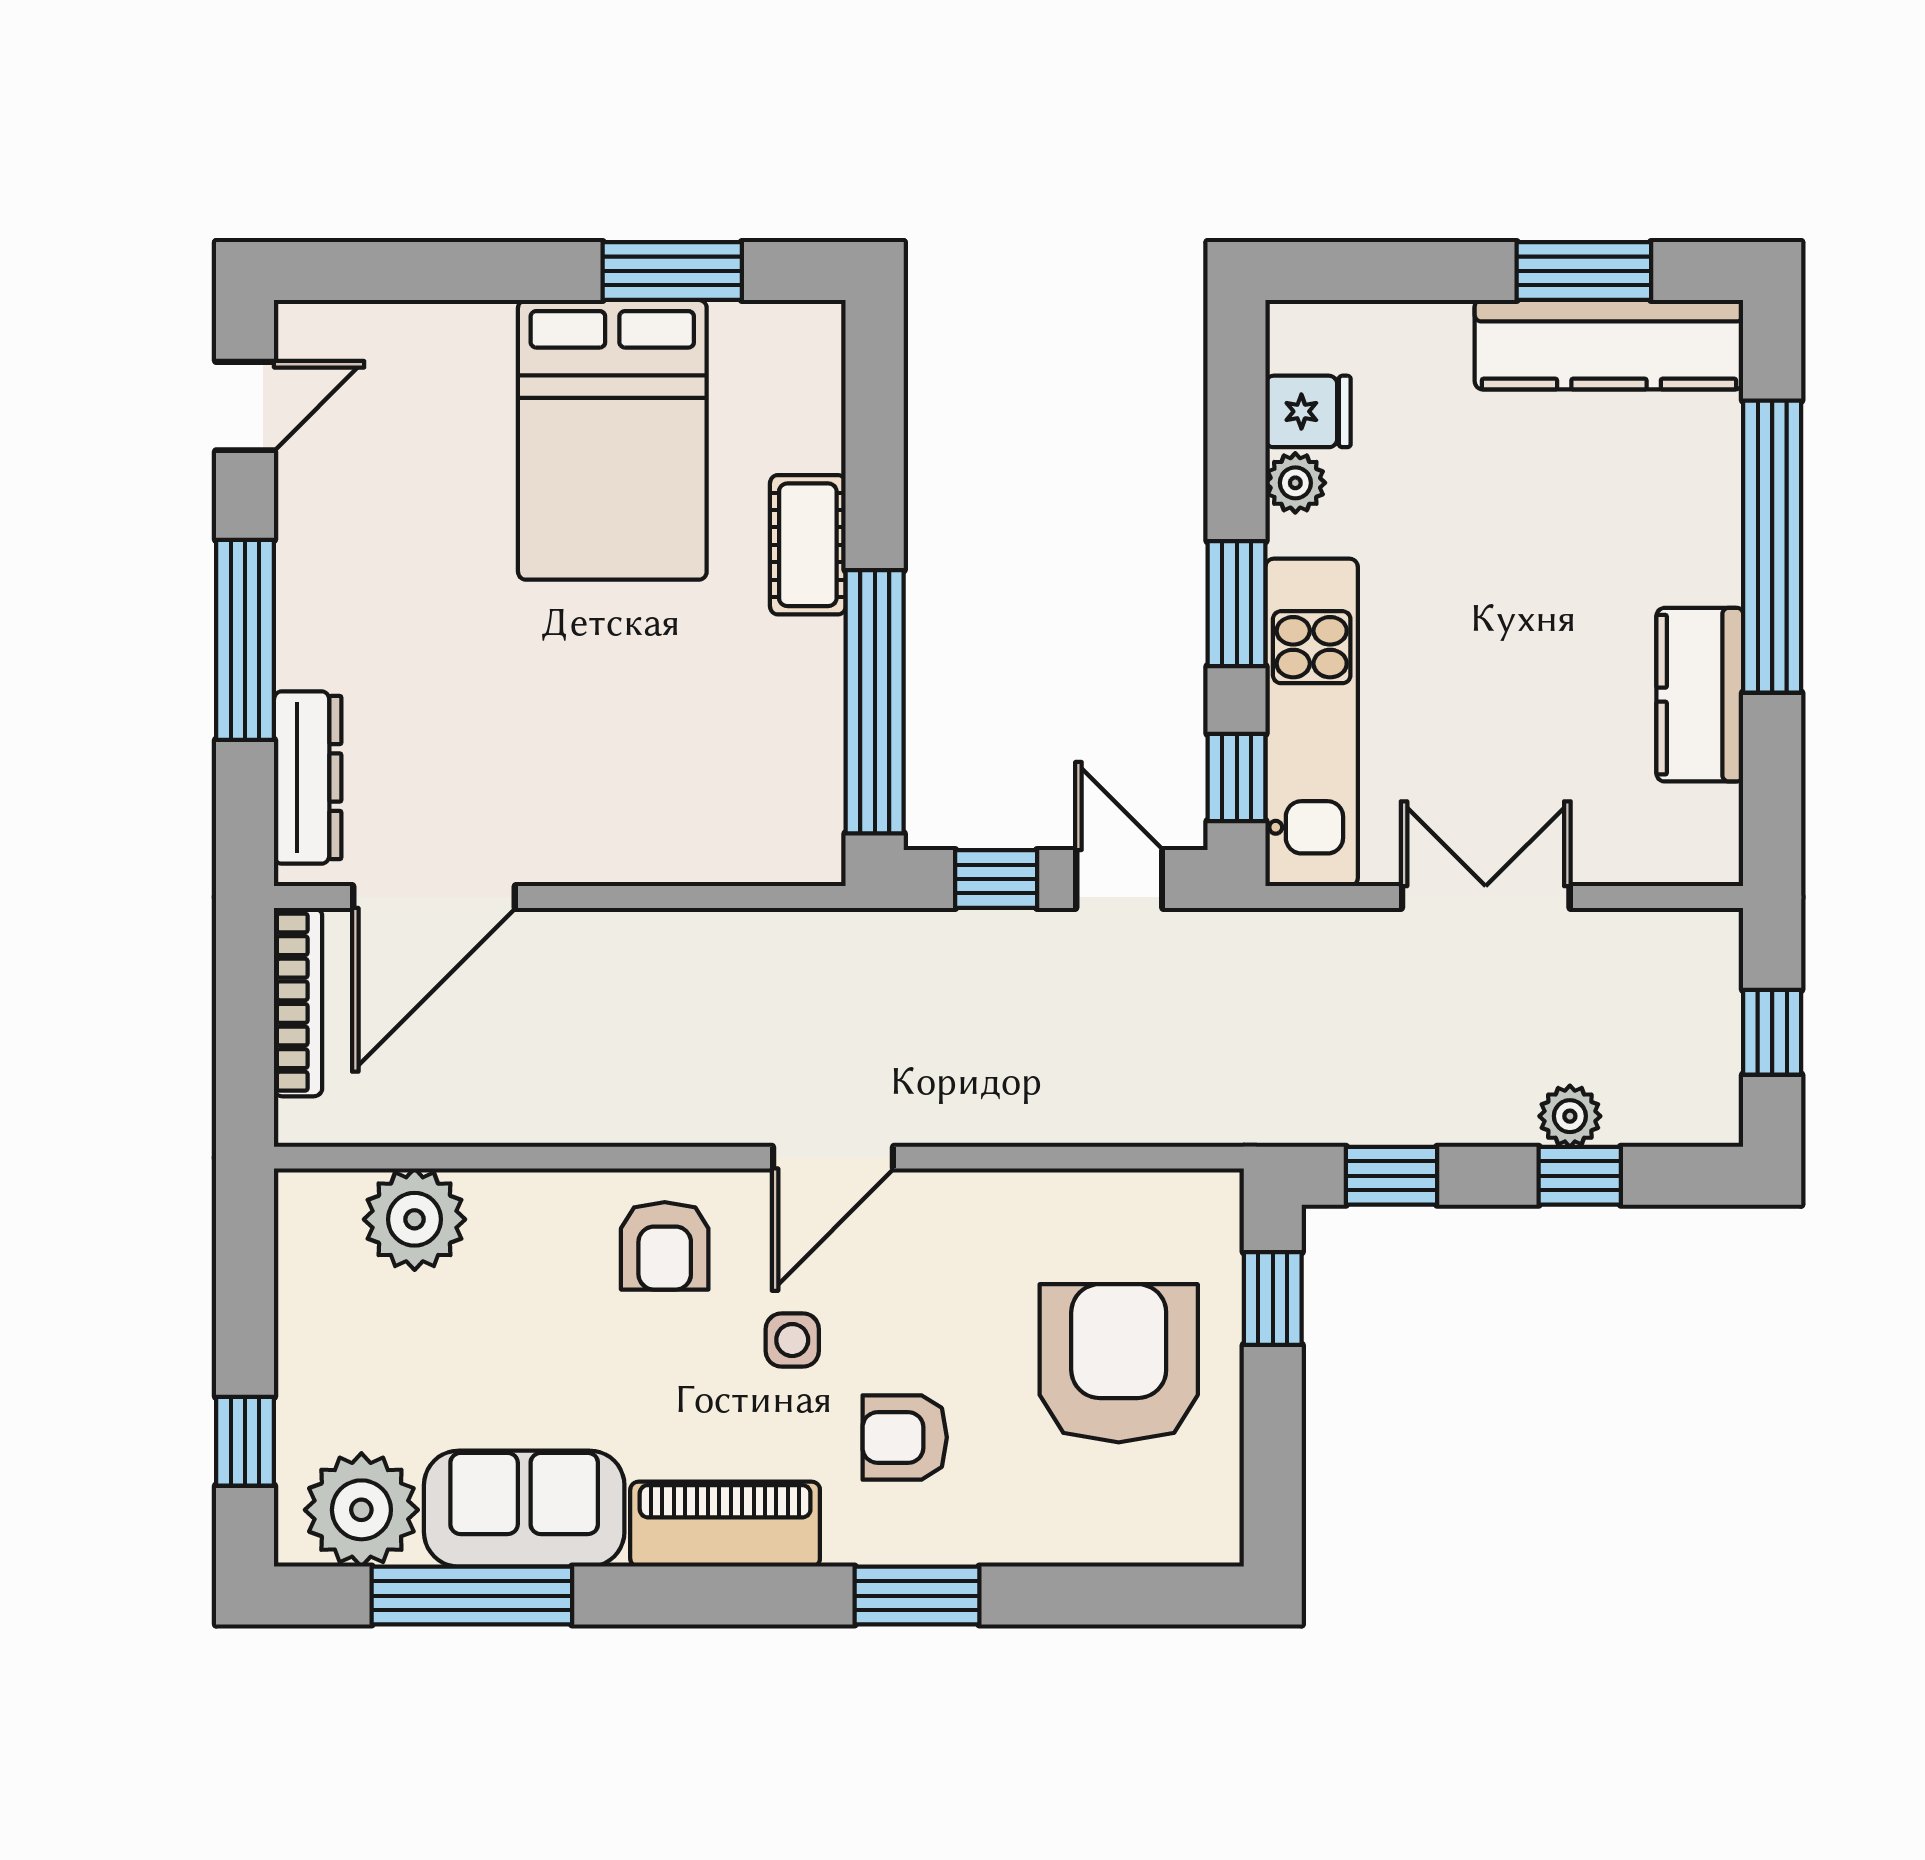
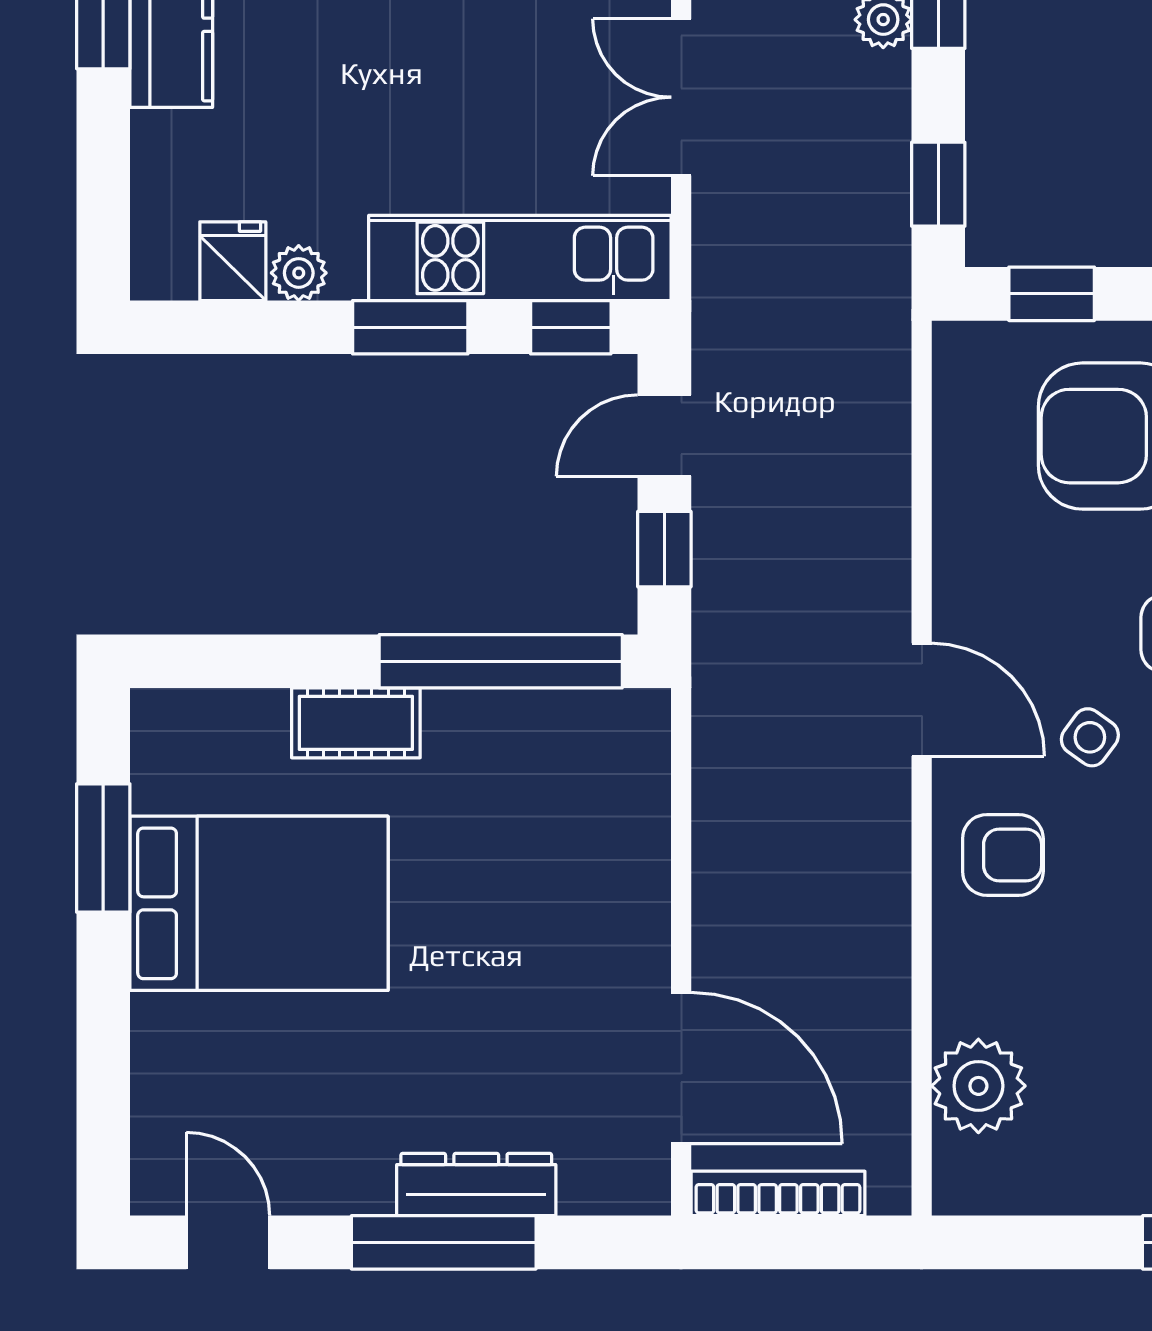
dresser: (308, 778) -> (476, 1185), moved
side table: (792, 1340) -> (1090, 737), turned 36

